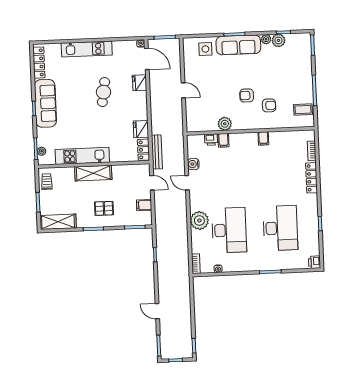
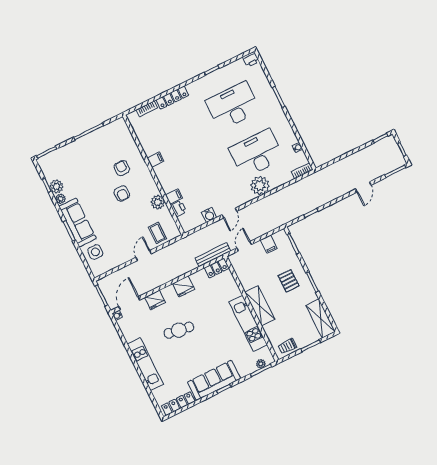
coffee table: (303, 110) -> (157, 233), moved
fridge: (141, 129) -> (184, 286), moved

